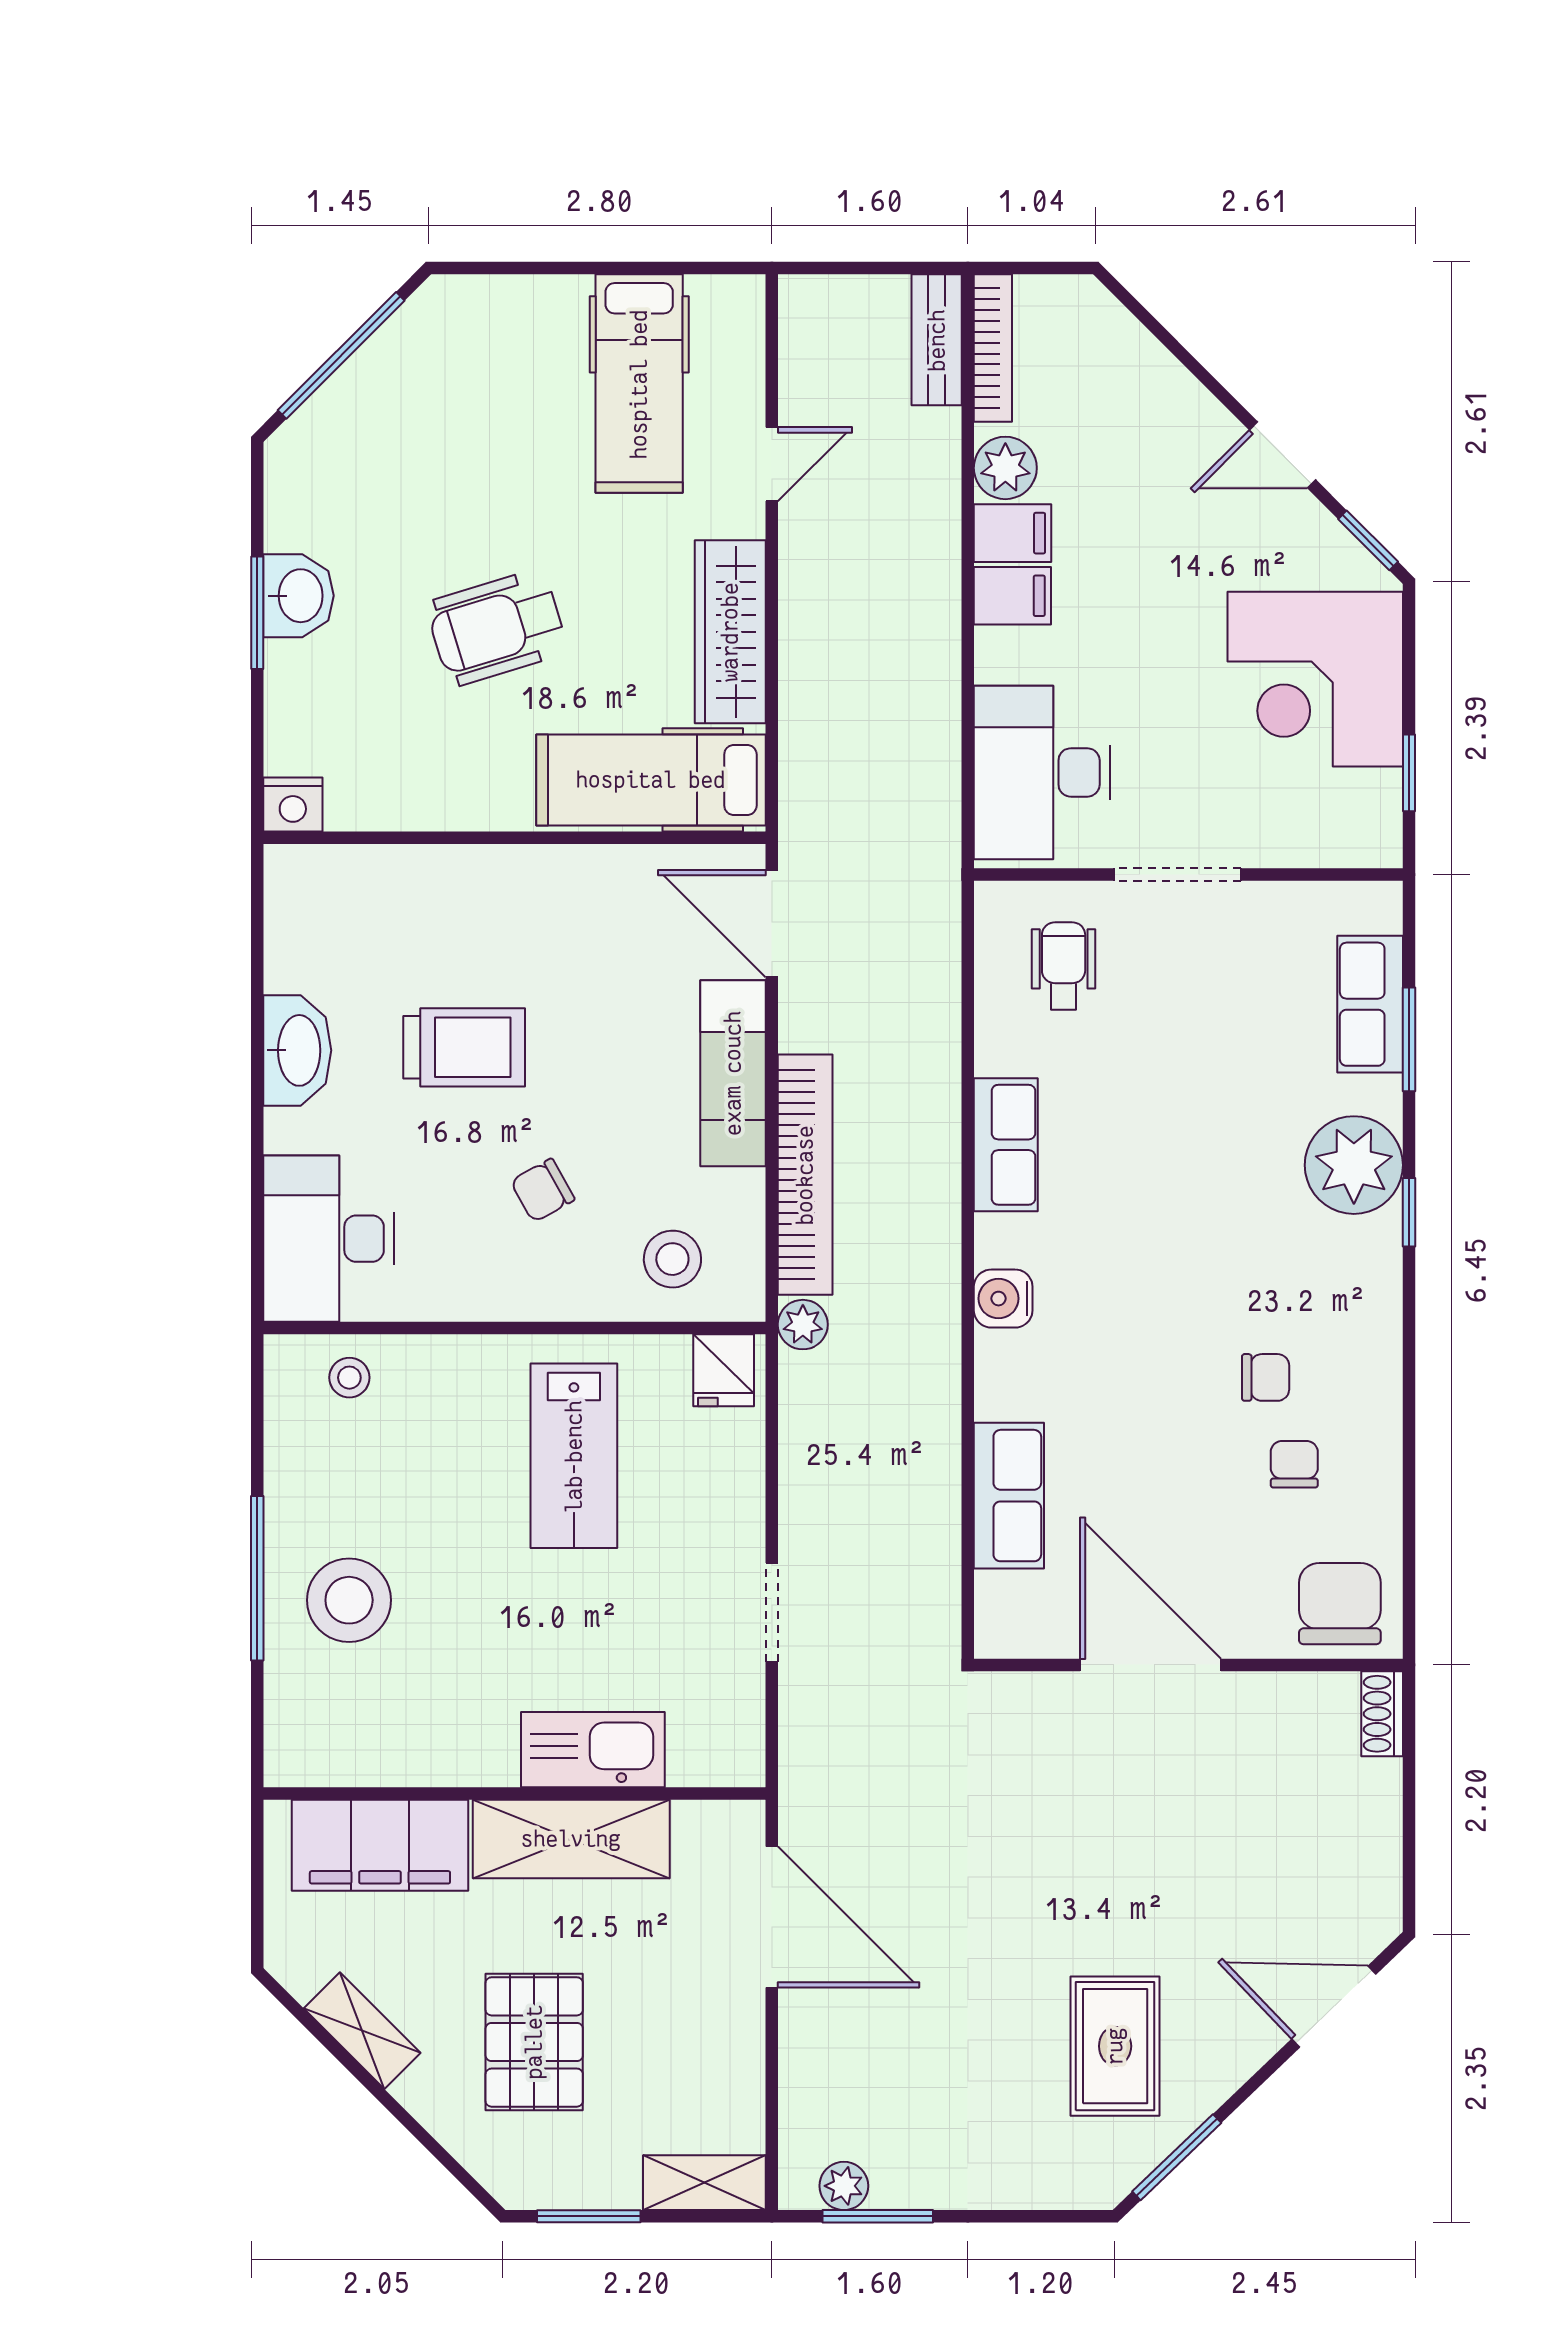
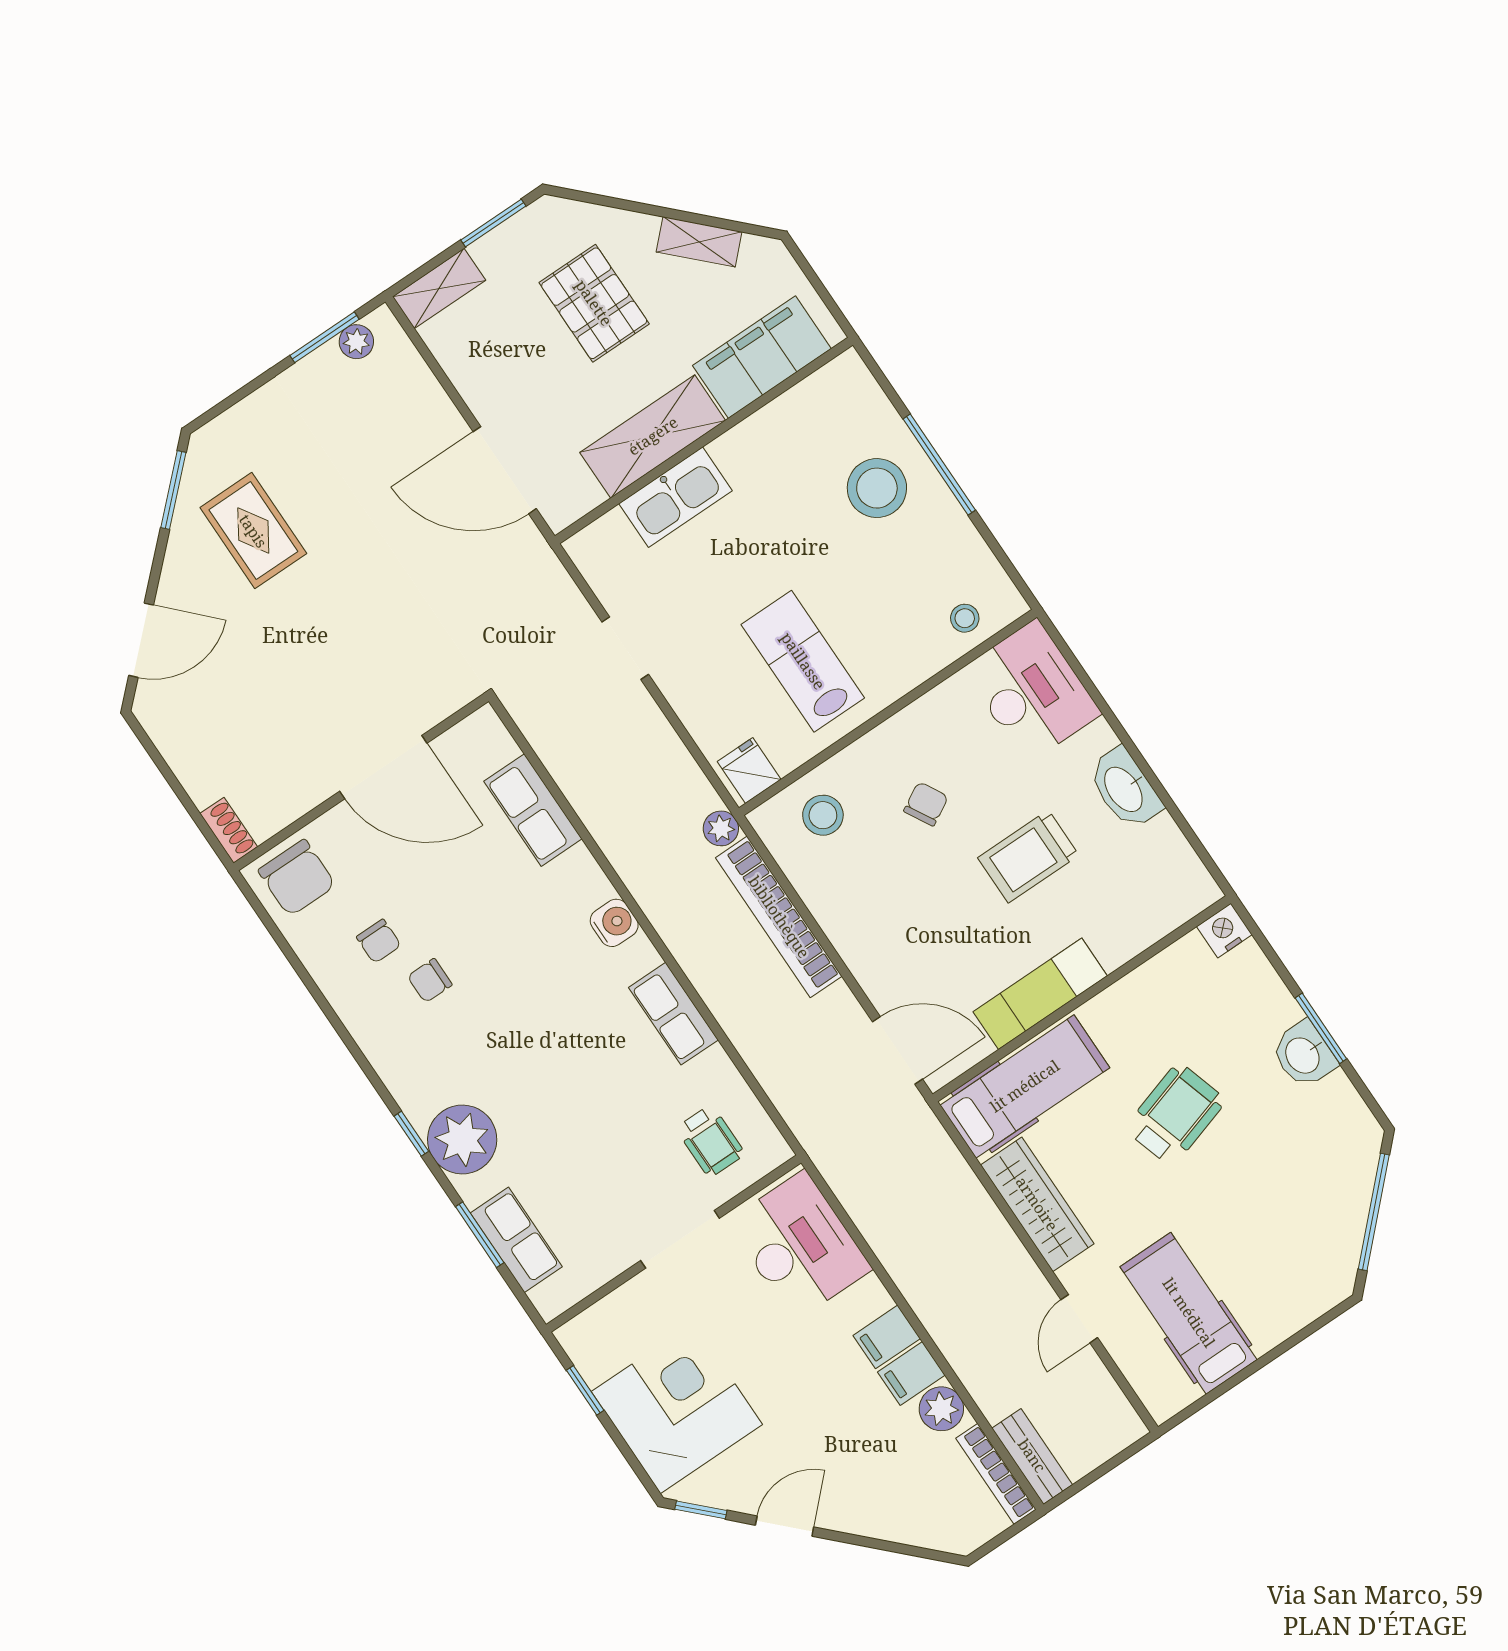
exam couch: (733, 1073) -> (1040, 994), moved, turned -90

